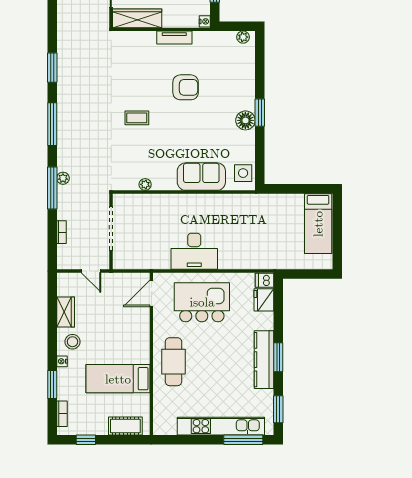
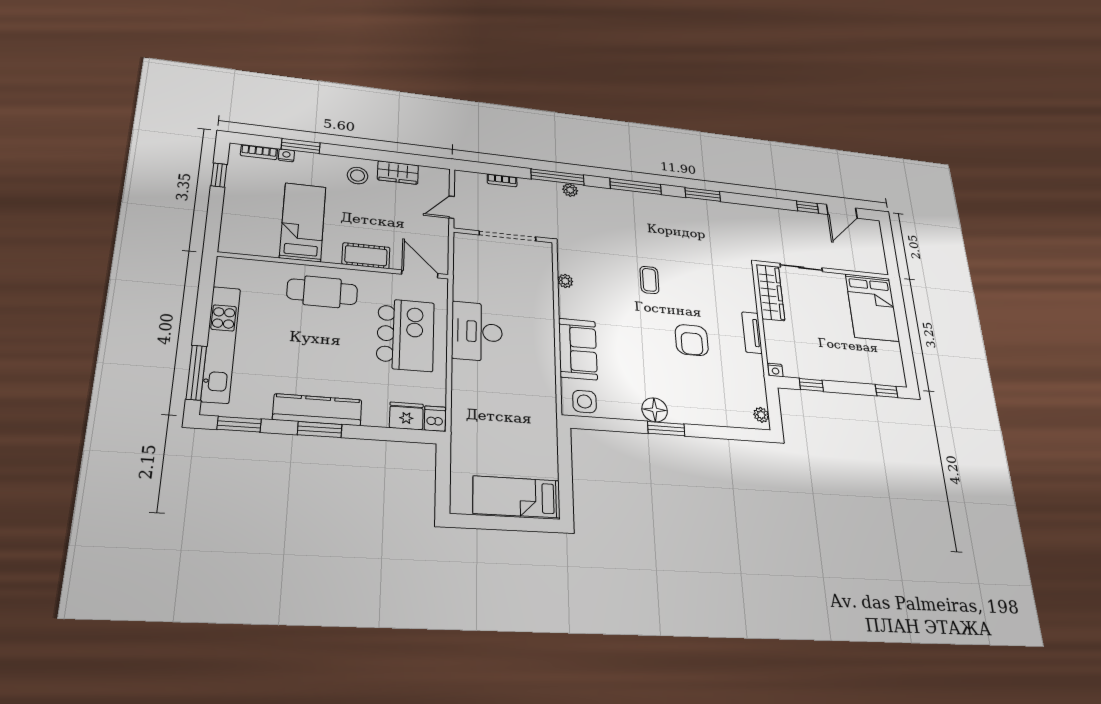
nightstand: (62, 361) -> (286, 155), moved
cot: (125, 426) -> (366, 256), moved, turned 90

